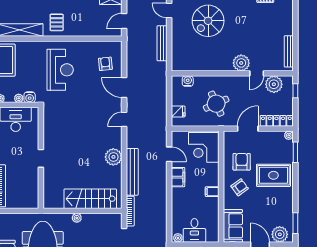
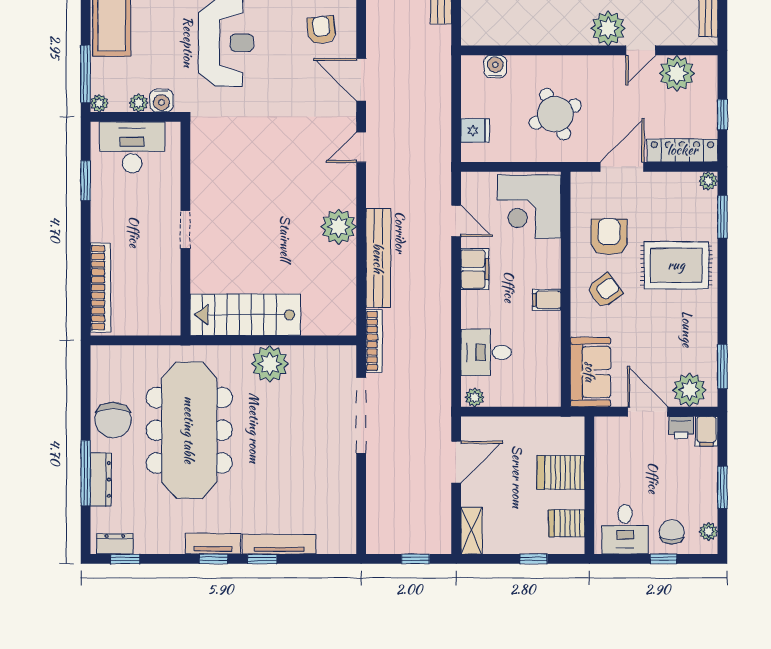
window: (295, 91) -> (722, 115), moved
stairs: (90, 199) -> (245, 315), moved
plant: (77, 218) -> (270, 364), width x1.87, depth x1.87
desk: (194, 230) -> (486, 352), moved, turned 90

